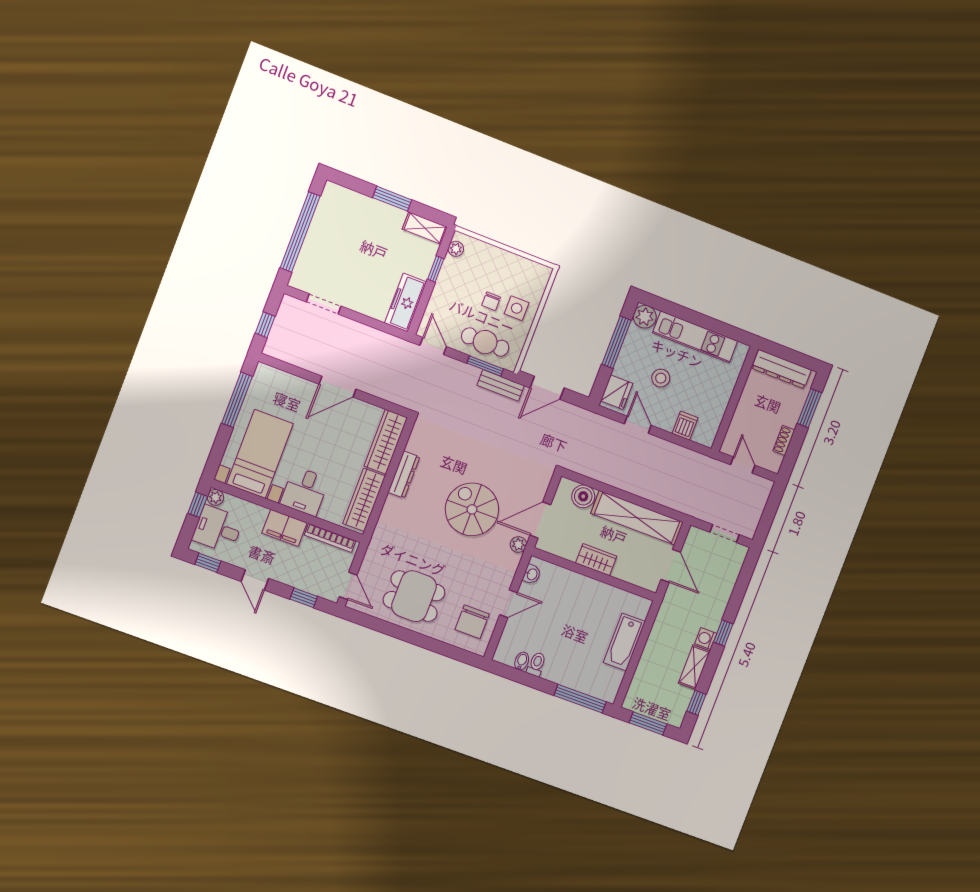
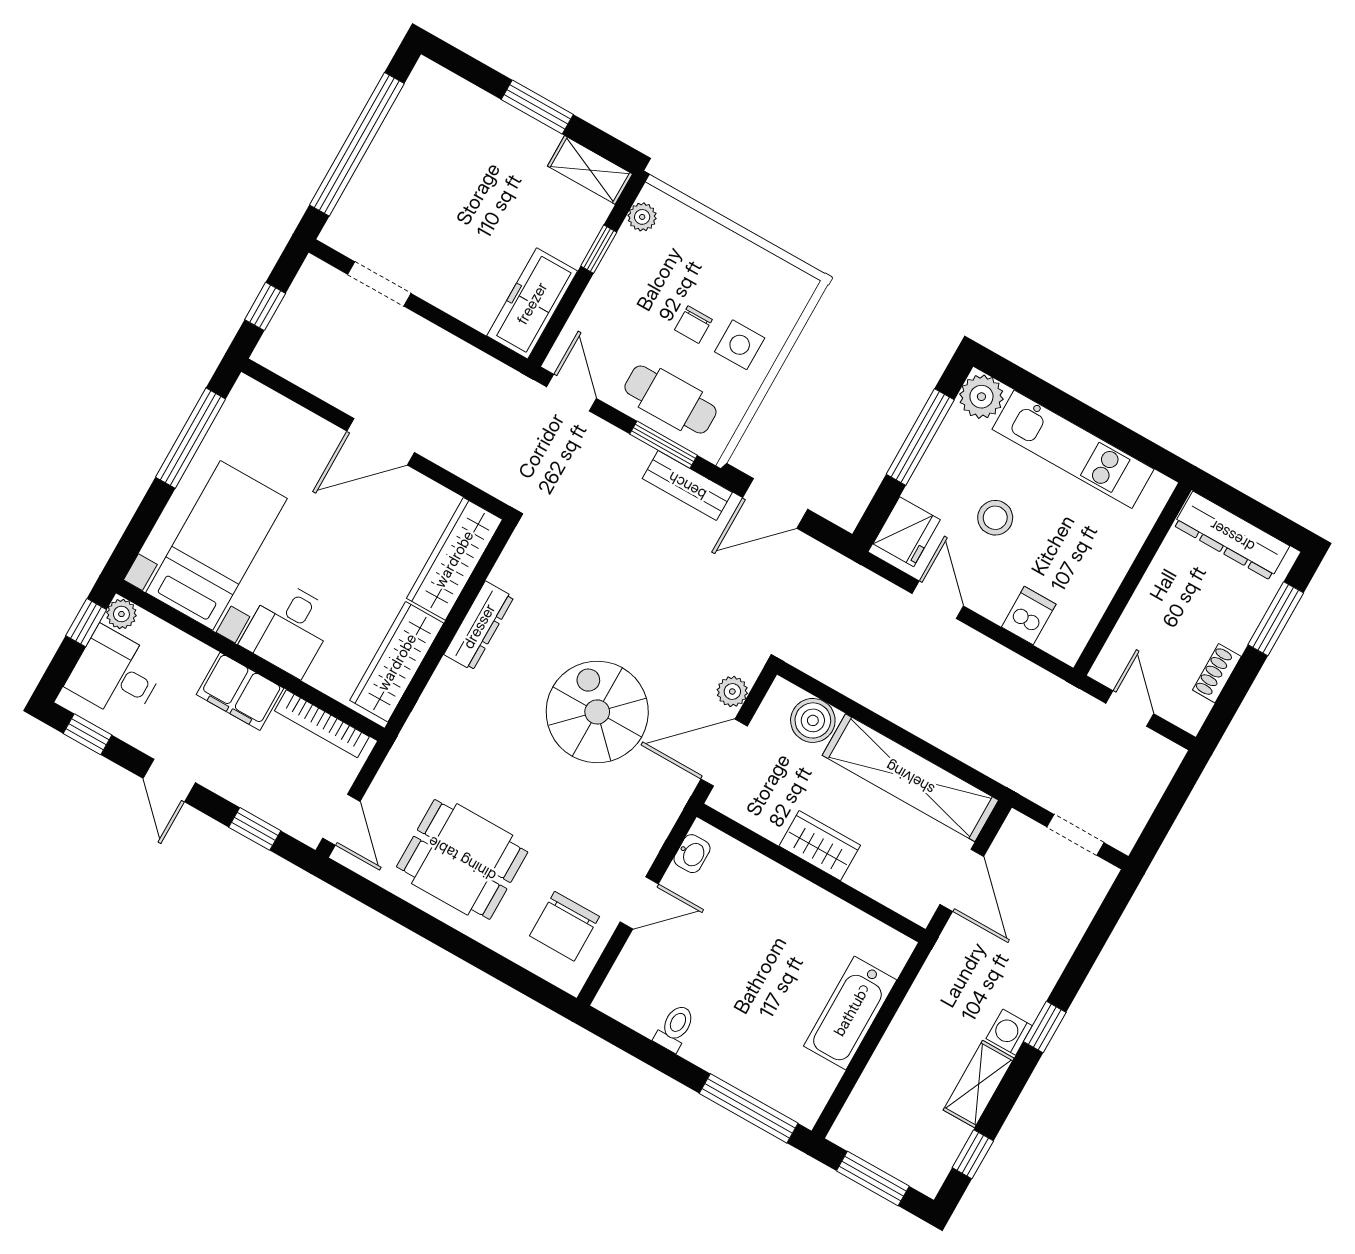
plant: (518, 545) -> (732, 691), moved
bidet: (522, 661) -> (648, 1017), removed

